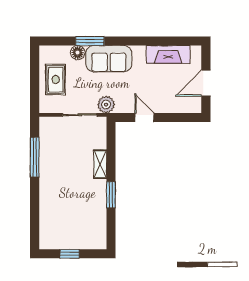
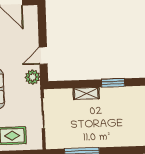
plant: (106, 105) -> (33, 77), moved

